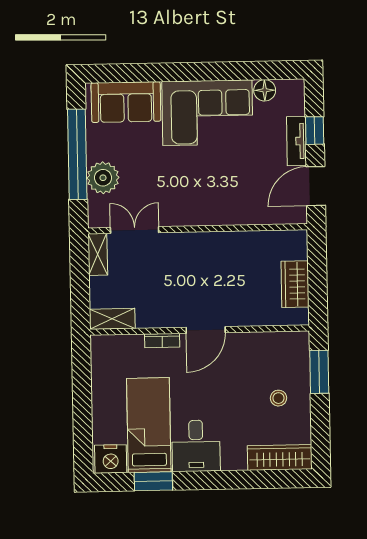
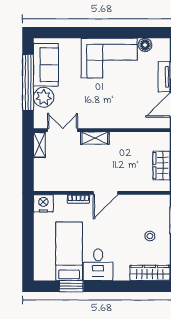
sofa: (126, 102) -> (46, 65), moved, turned -90
shelving: (112, 319) -> (95, 138), moved
nightstand: (111, 459) -> (43, 203), moved, turned 180

